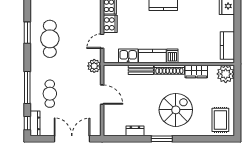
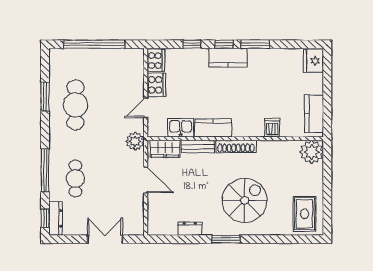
dishwasher: (172, 56) -> (272, 128), moved
wardrobe: (196, 72) -> (165, 149), moved
double door: (72, 139) -> (105, 239), width x0.73

